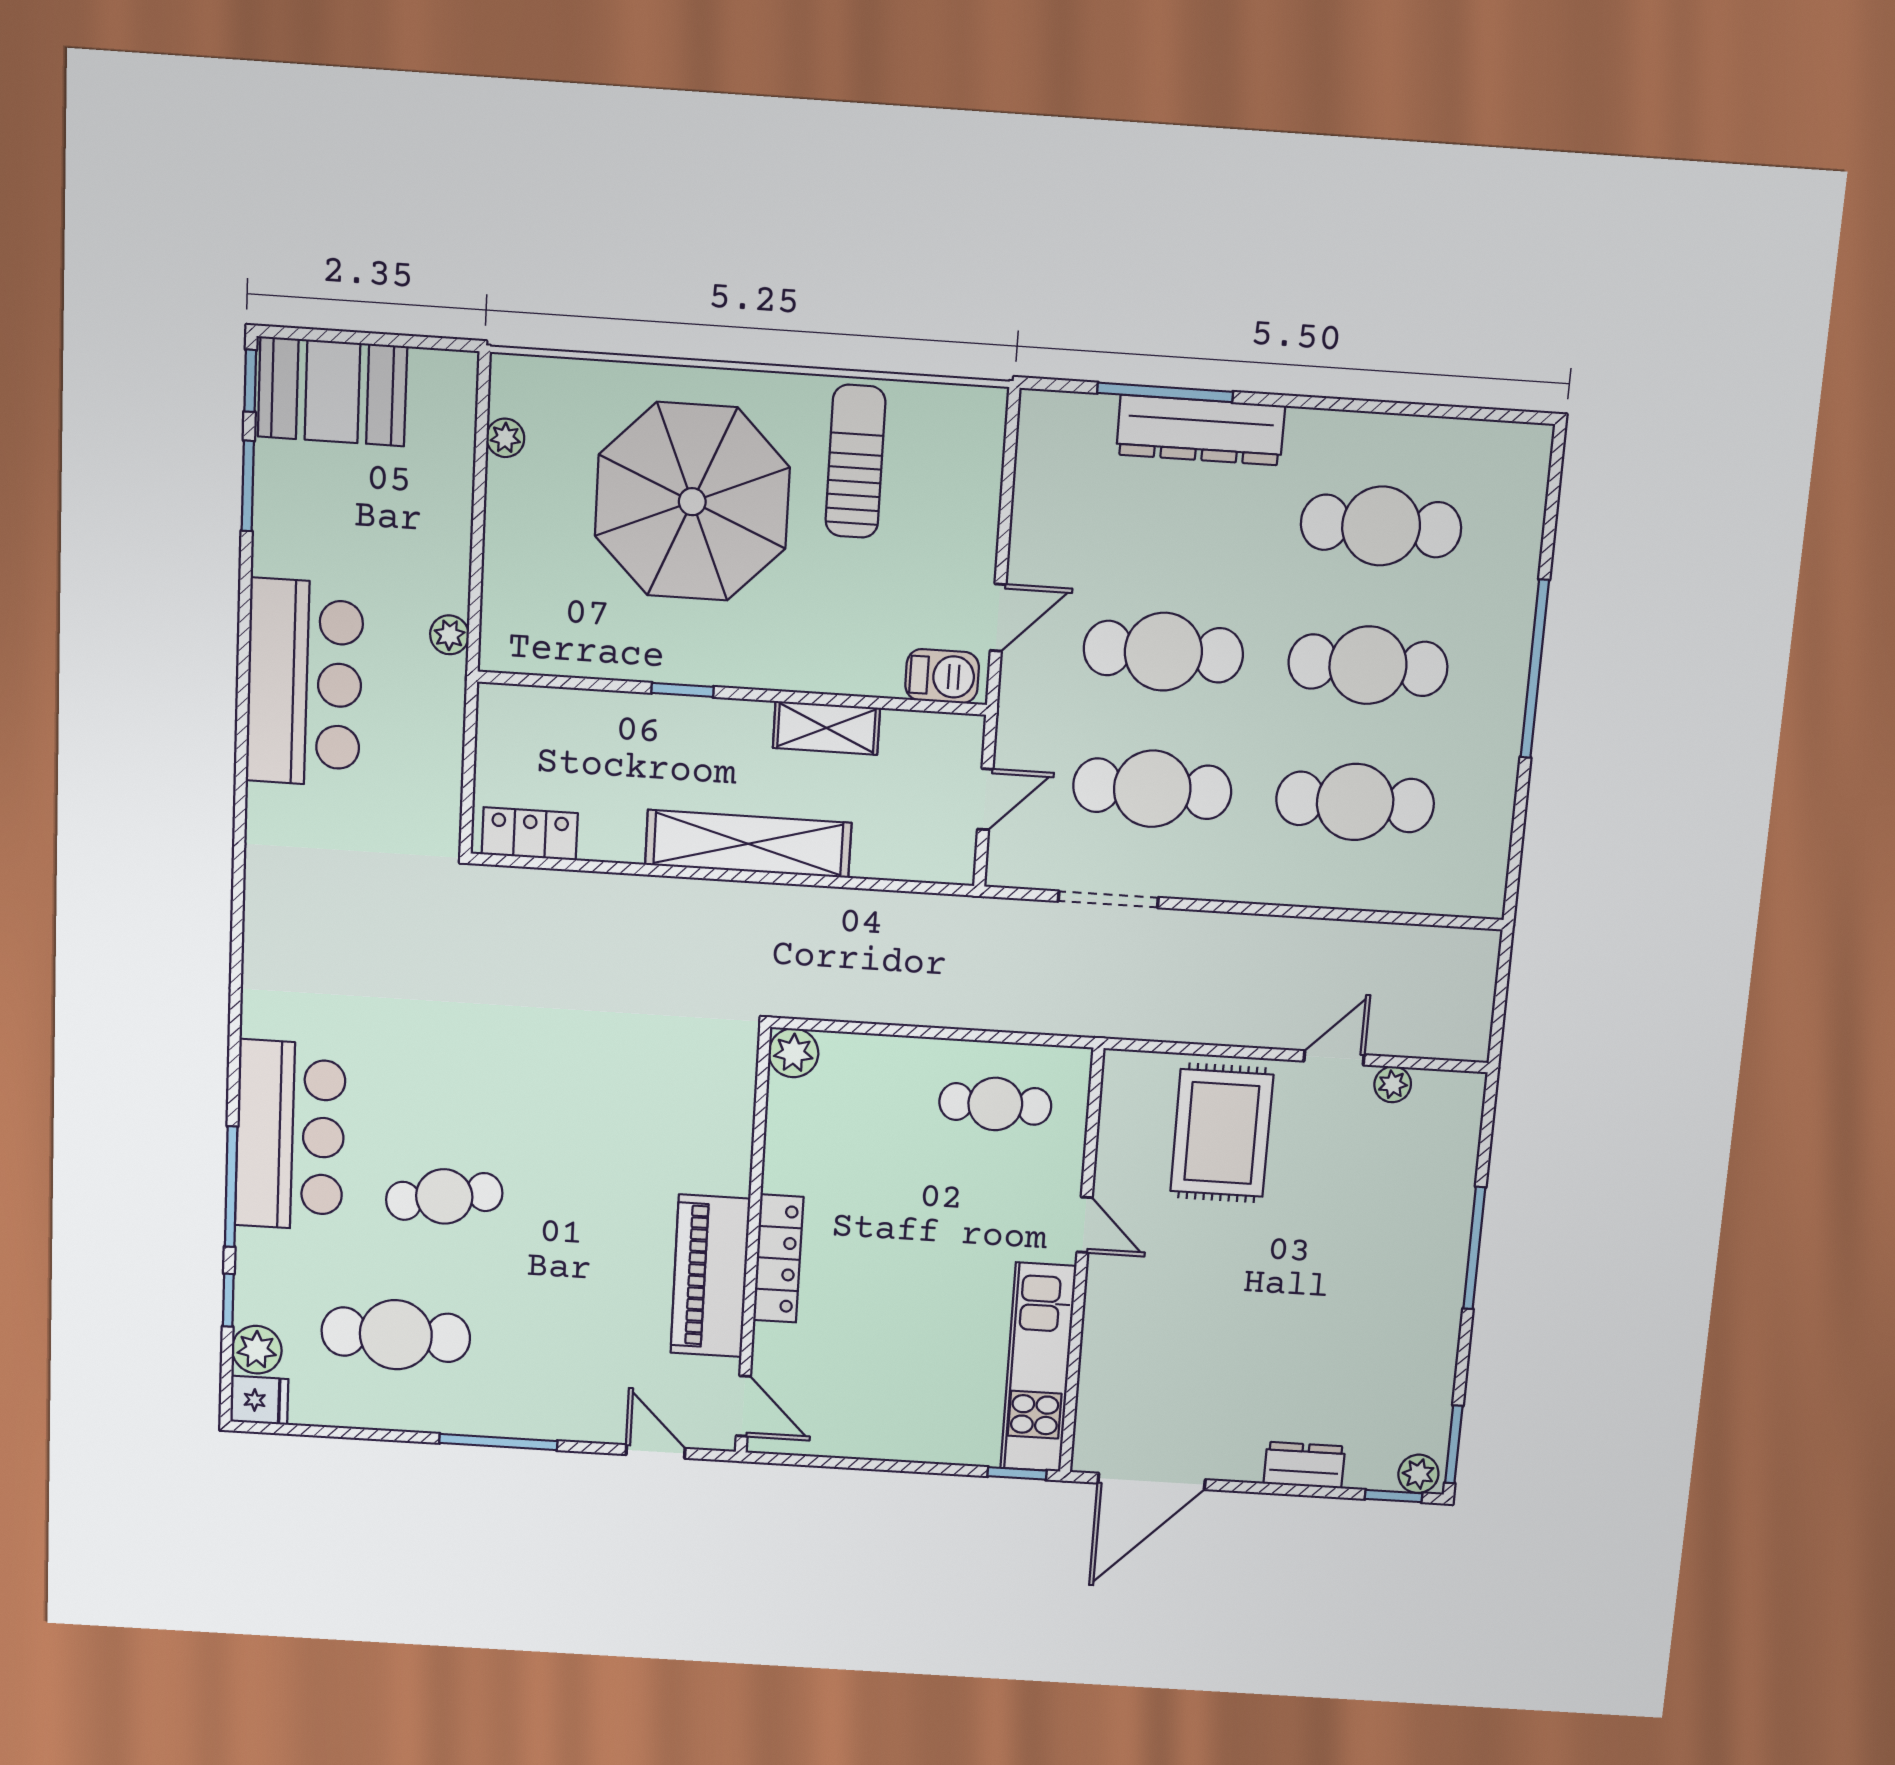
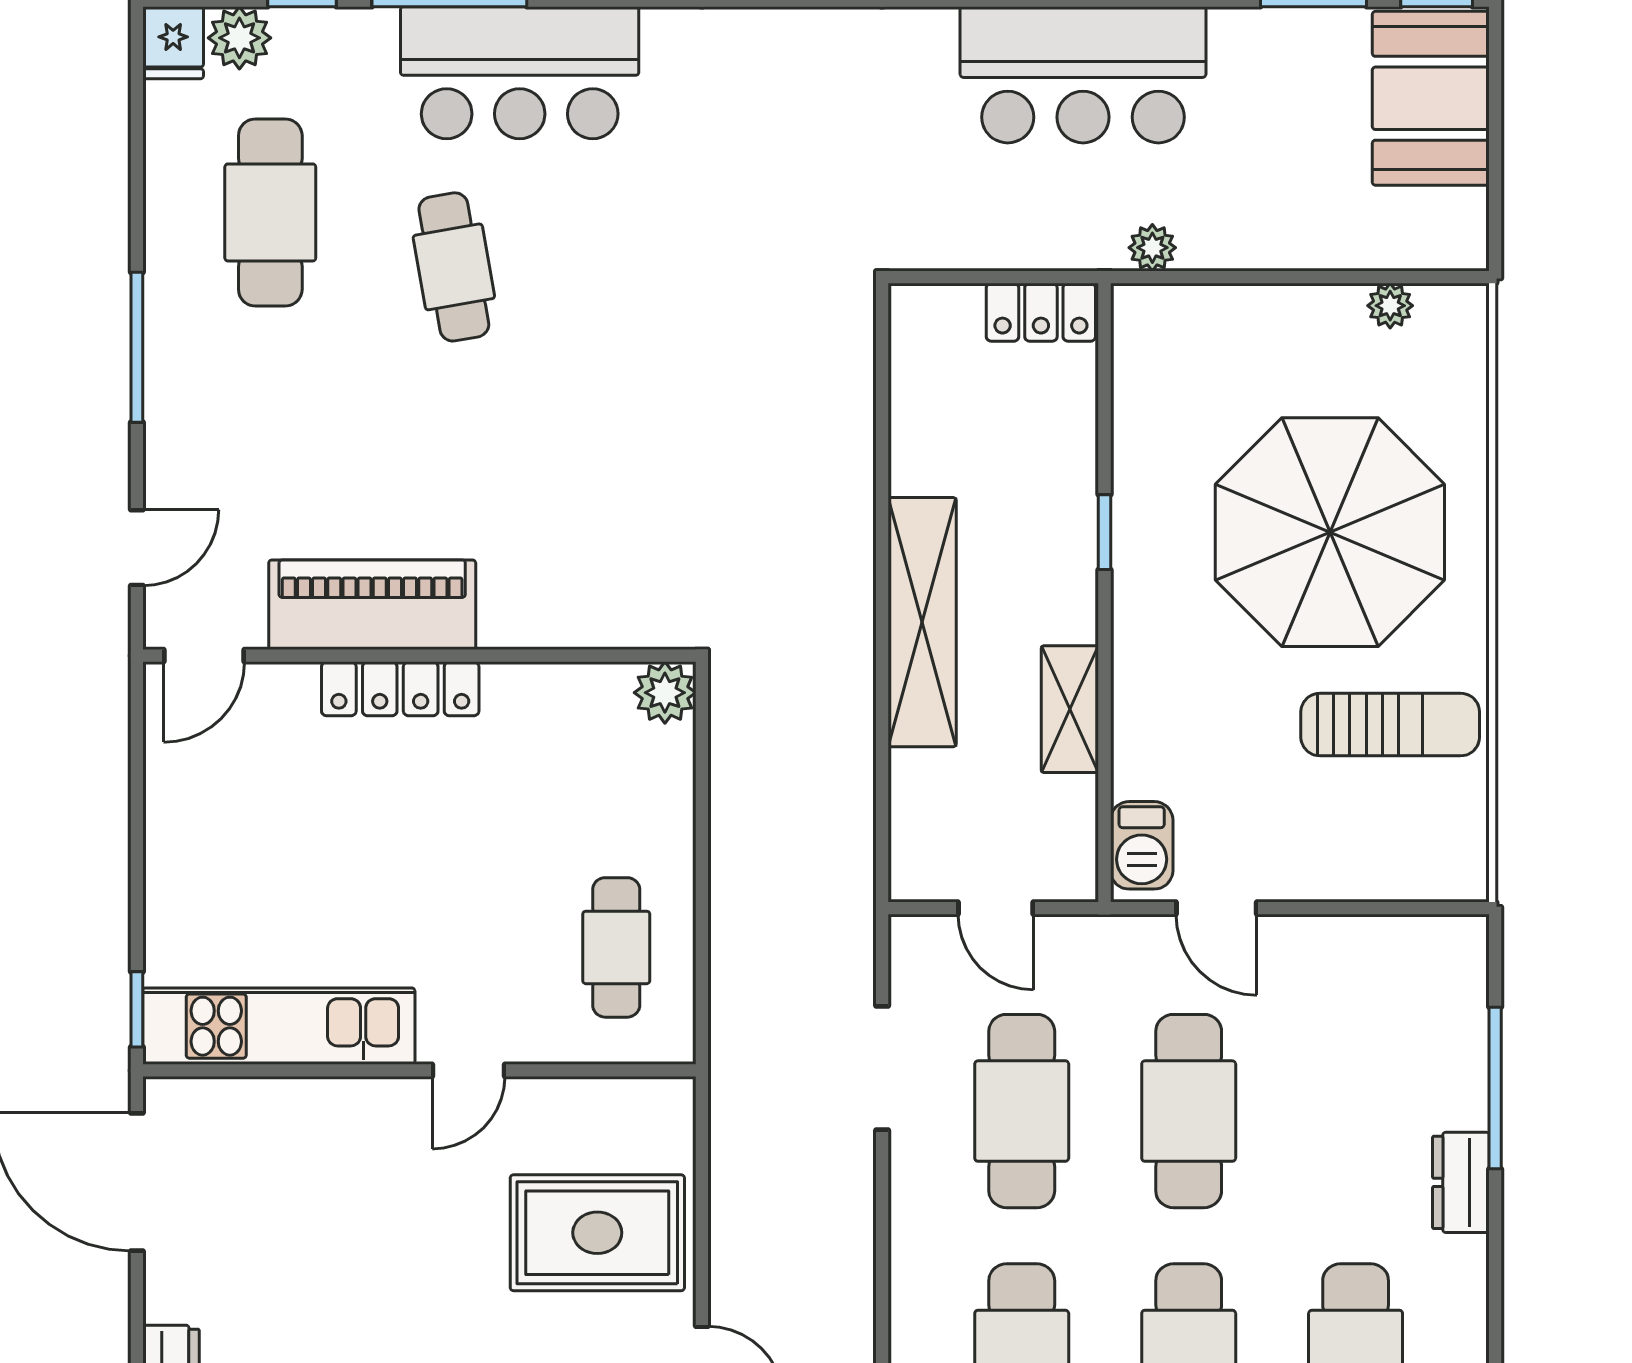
dresser: (1201, 430) -> (1461, 1182), width x0.51, depth x0.80
locker: (530, 834) -> (1041, 312), moved, turned 90

